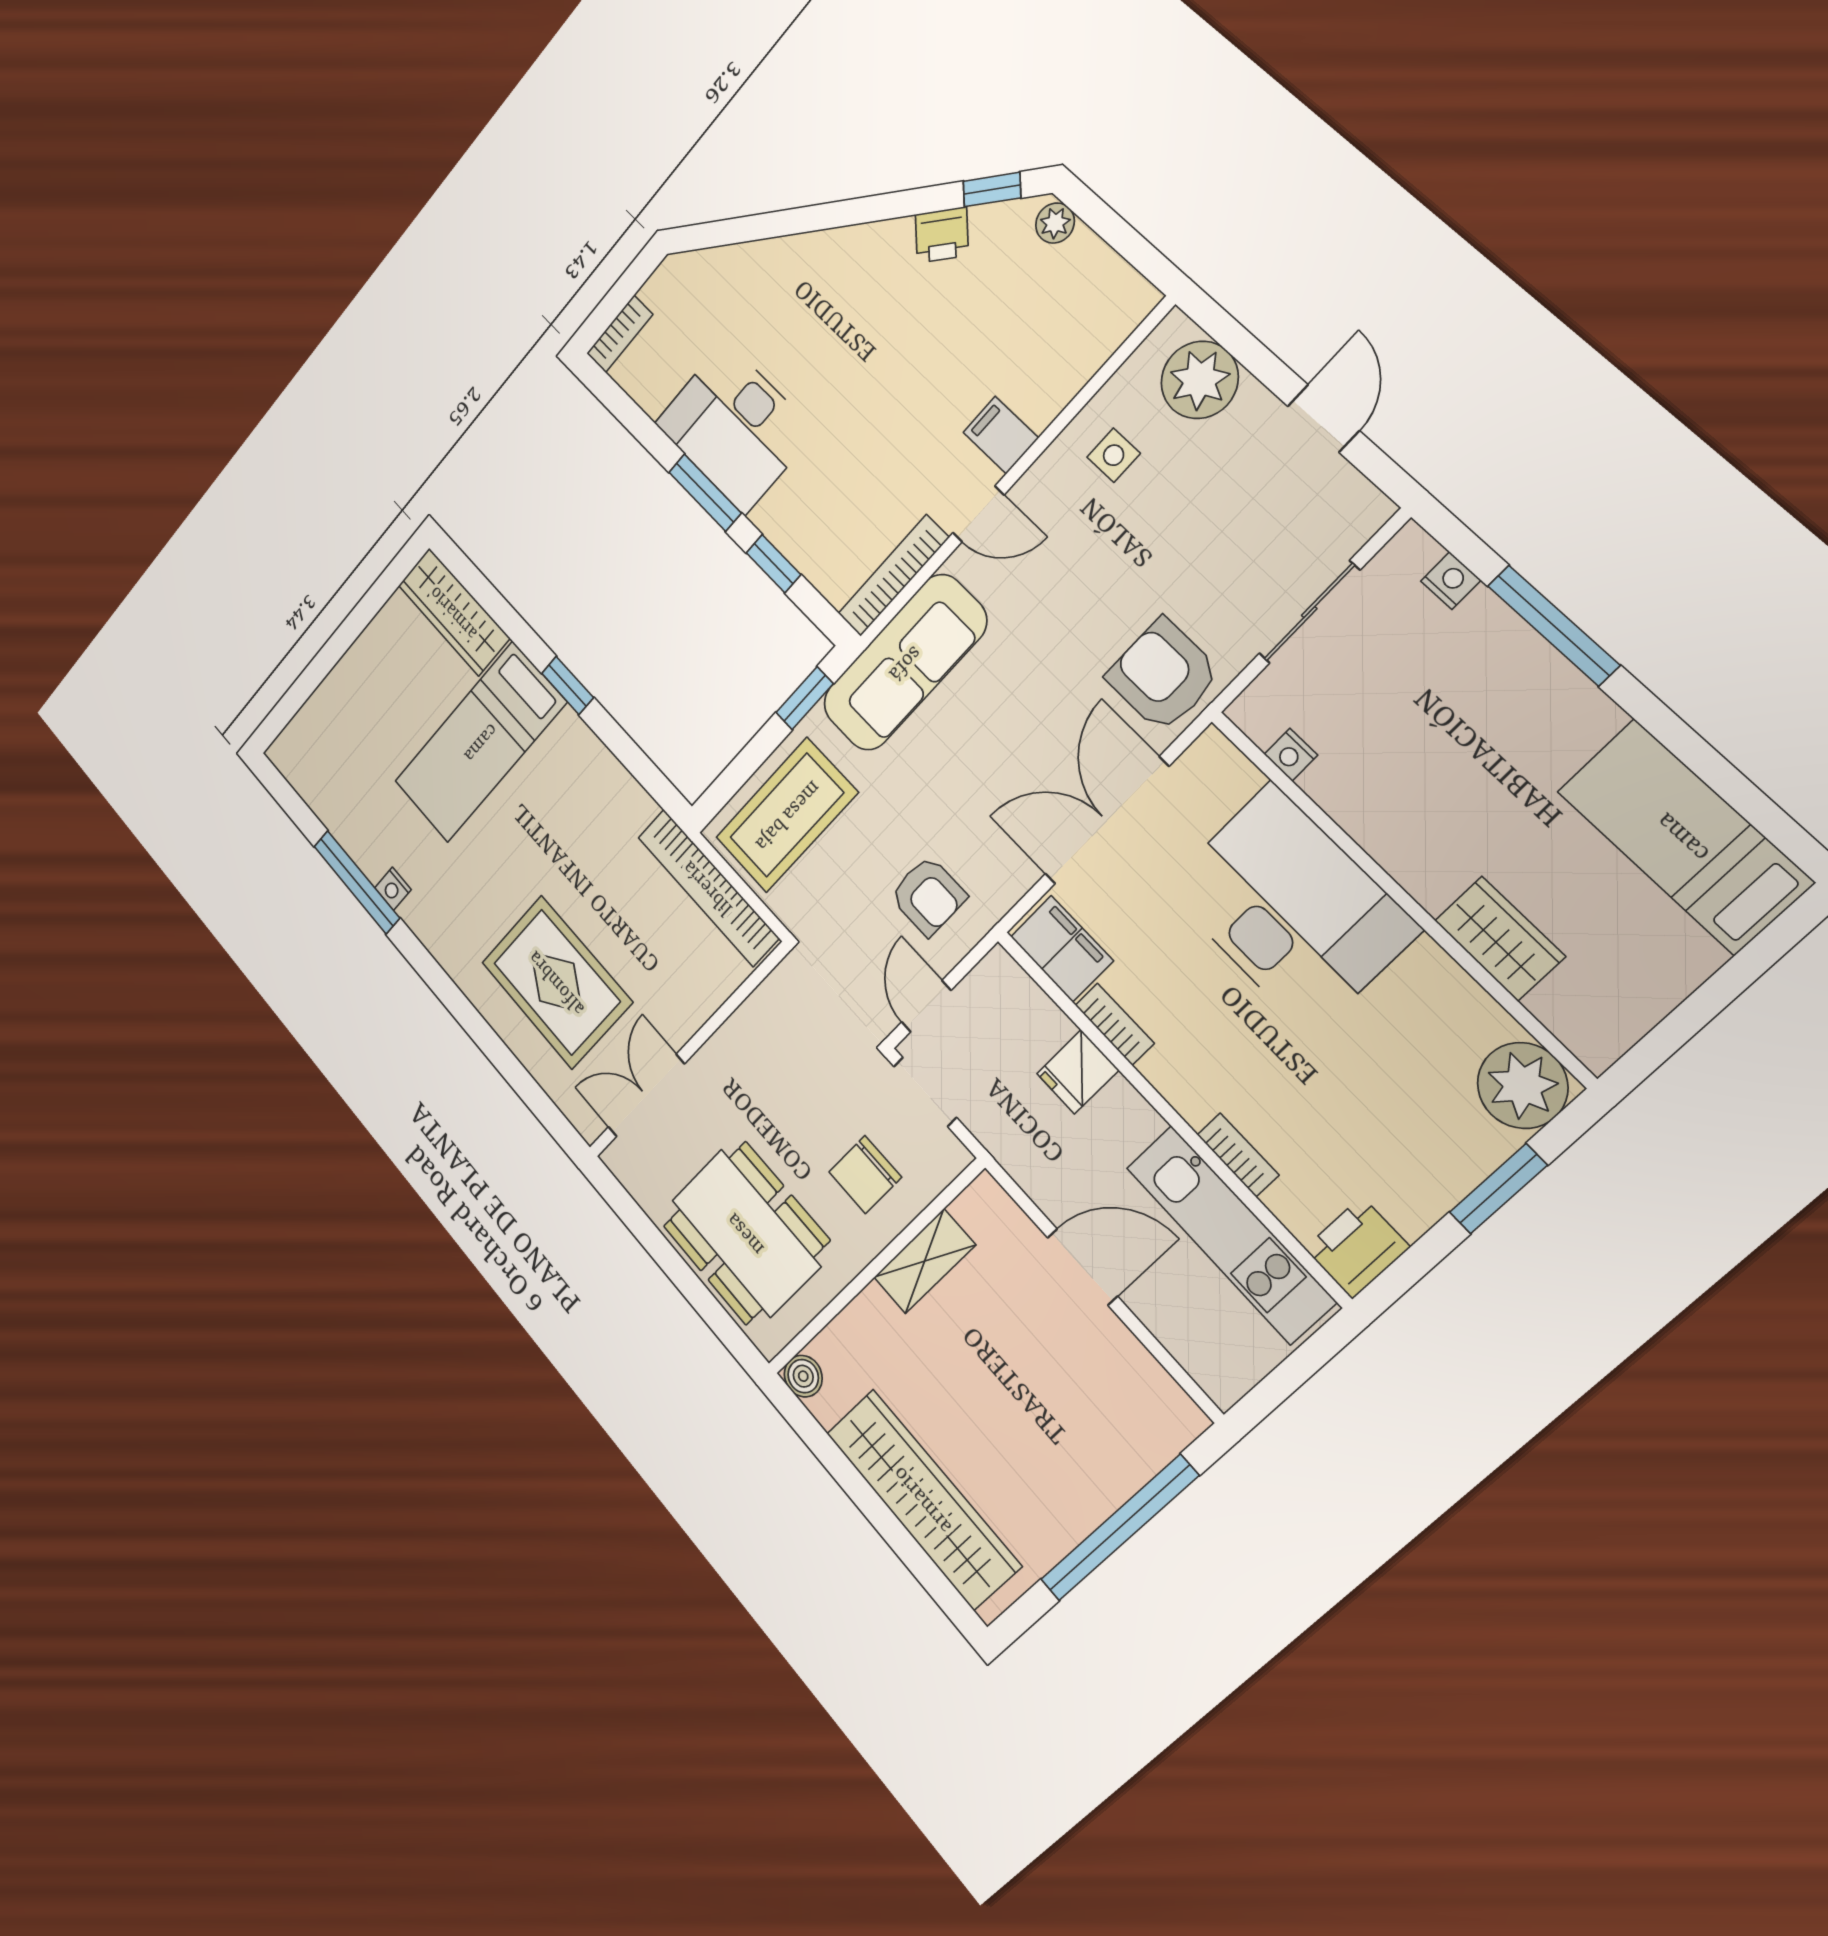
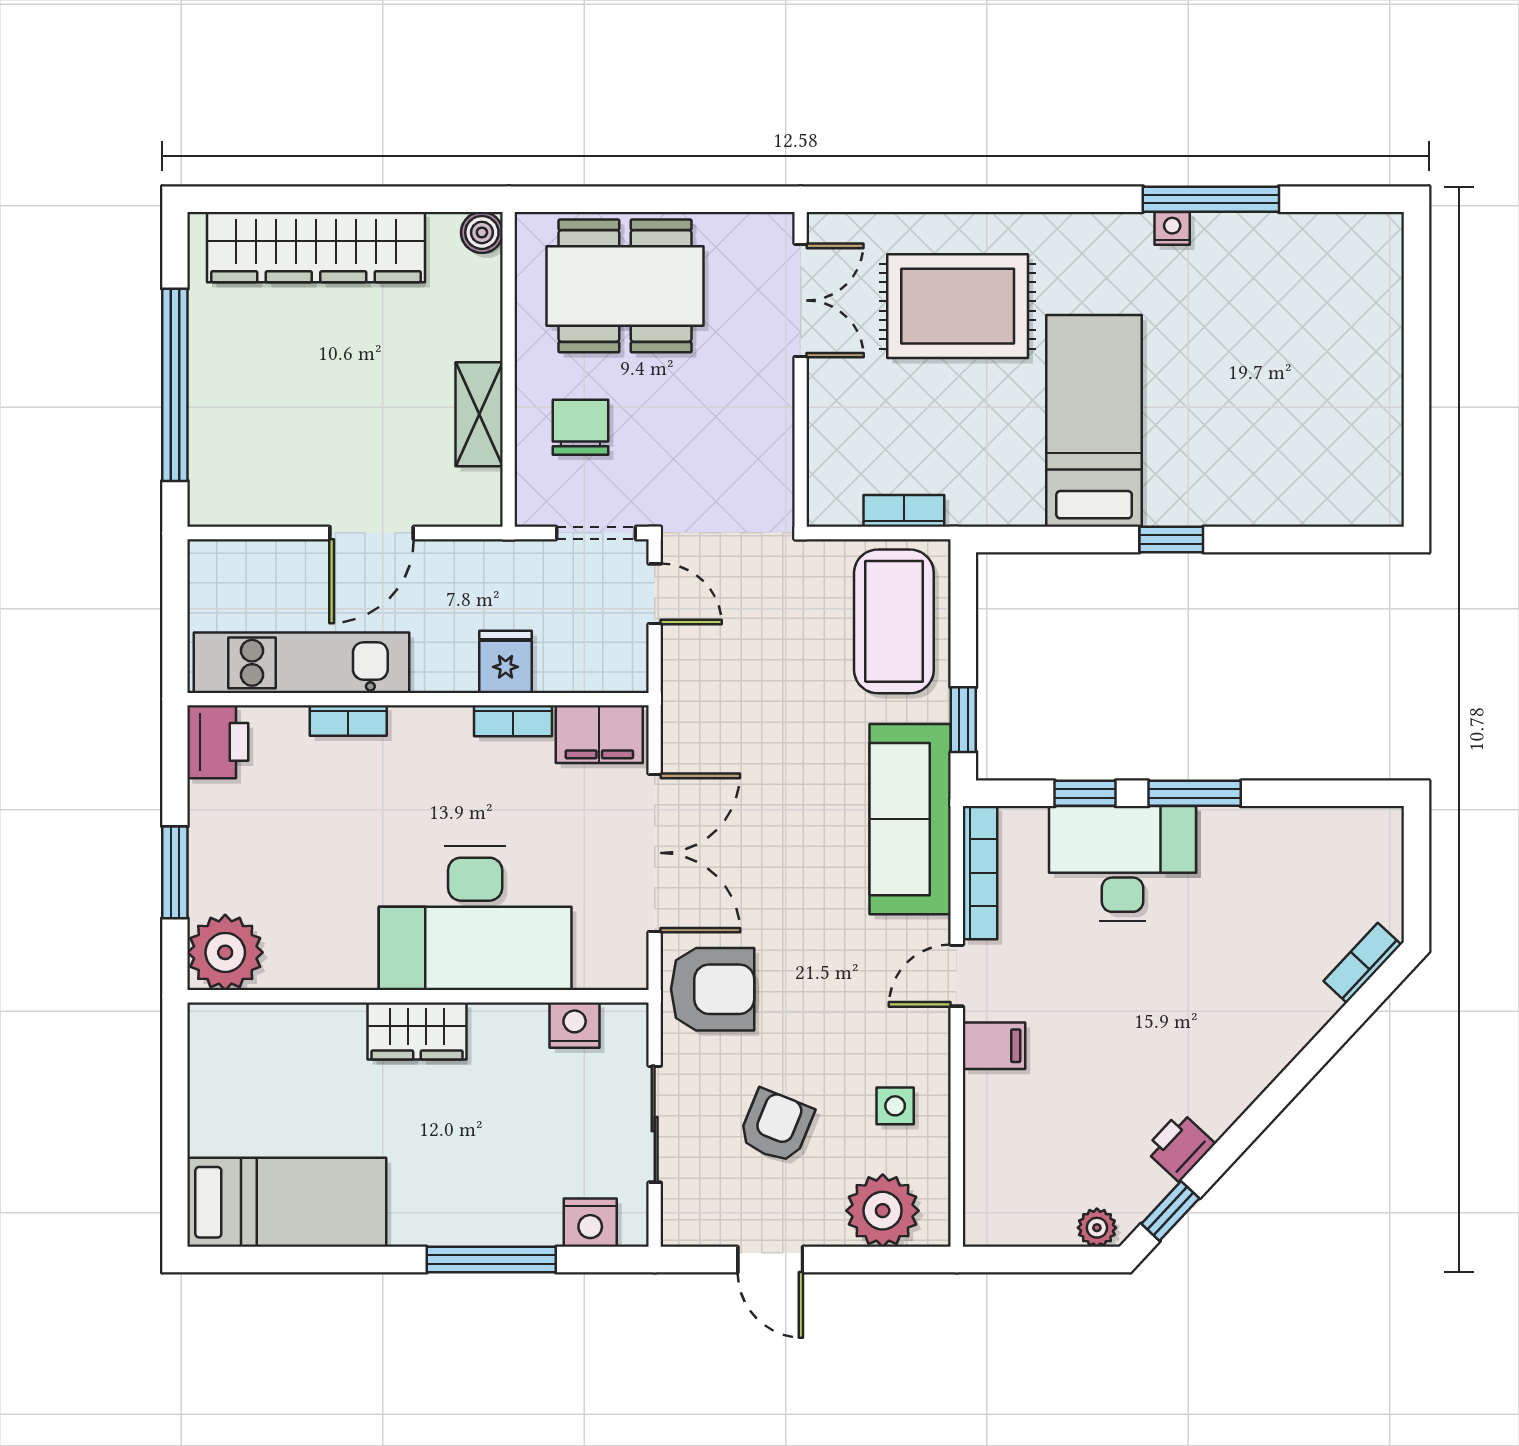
bookcase: (620, 334) -> (1362, 963), moved, turned 43
desk: (735, 427) -> (1122, 864), moved
nightstand: (1451, 581) -> (590, 1223), width x1.39, depth x1.35
wardrobe: (454, 612) -> (1331, 499), removed
bed: (480, 742) -> (1094, 421), moved
nightstand: (1291, 755) -> (575, 1025), width x1.39, depth x1.35
bookcase: (708, 887) -> (904, 511), width x0.43, depth x0.76
armchair: (928, 896) -> (776, 1126), moved, turned 112
wardrobe: (1500, 938) -> (417, 1031), moved

